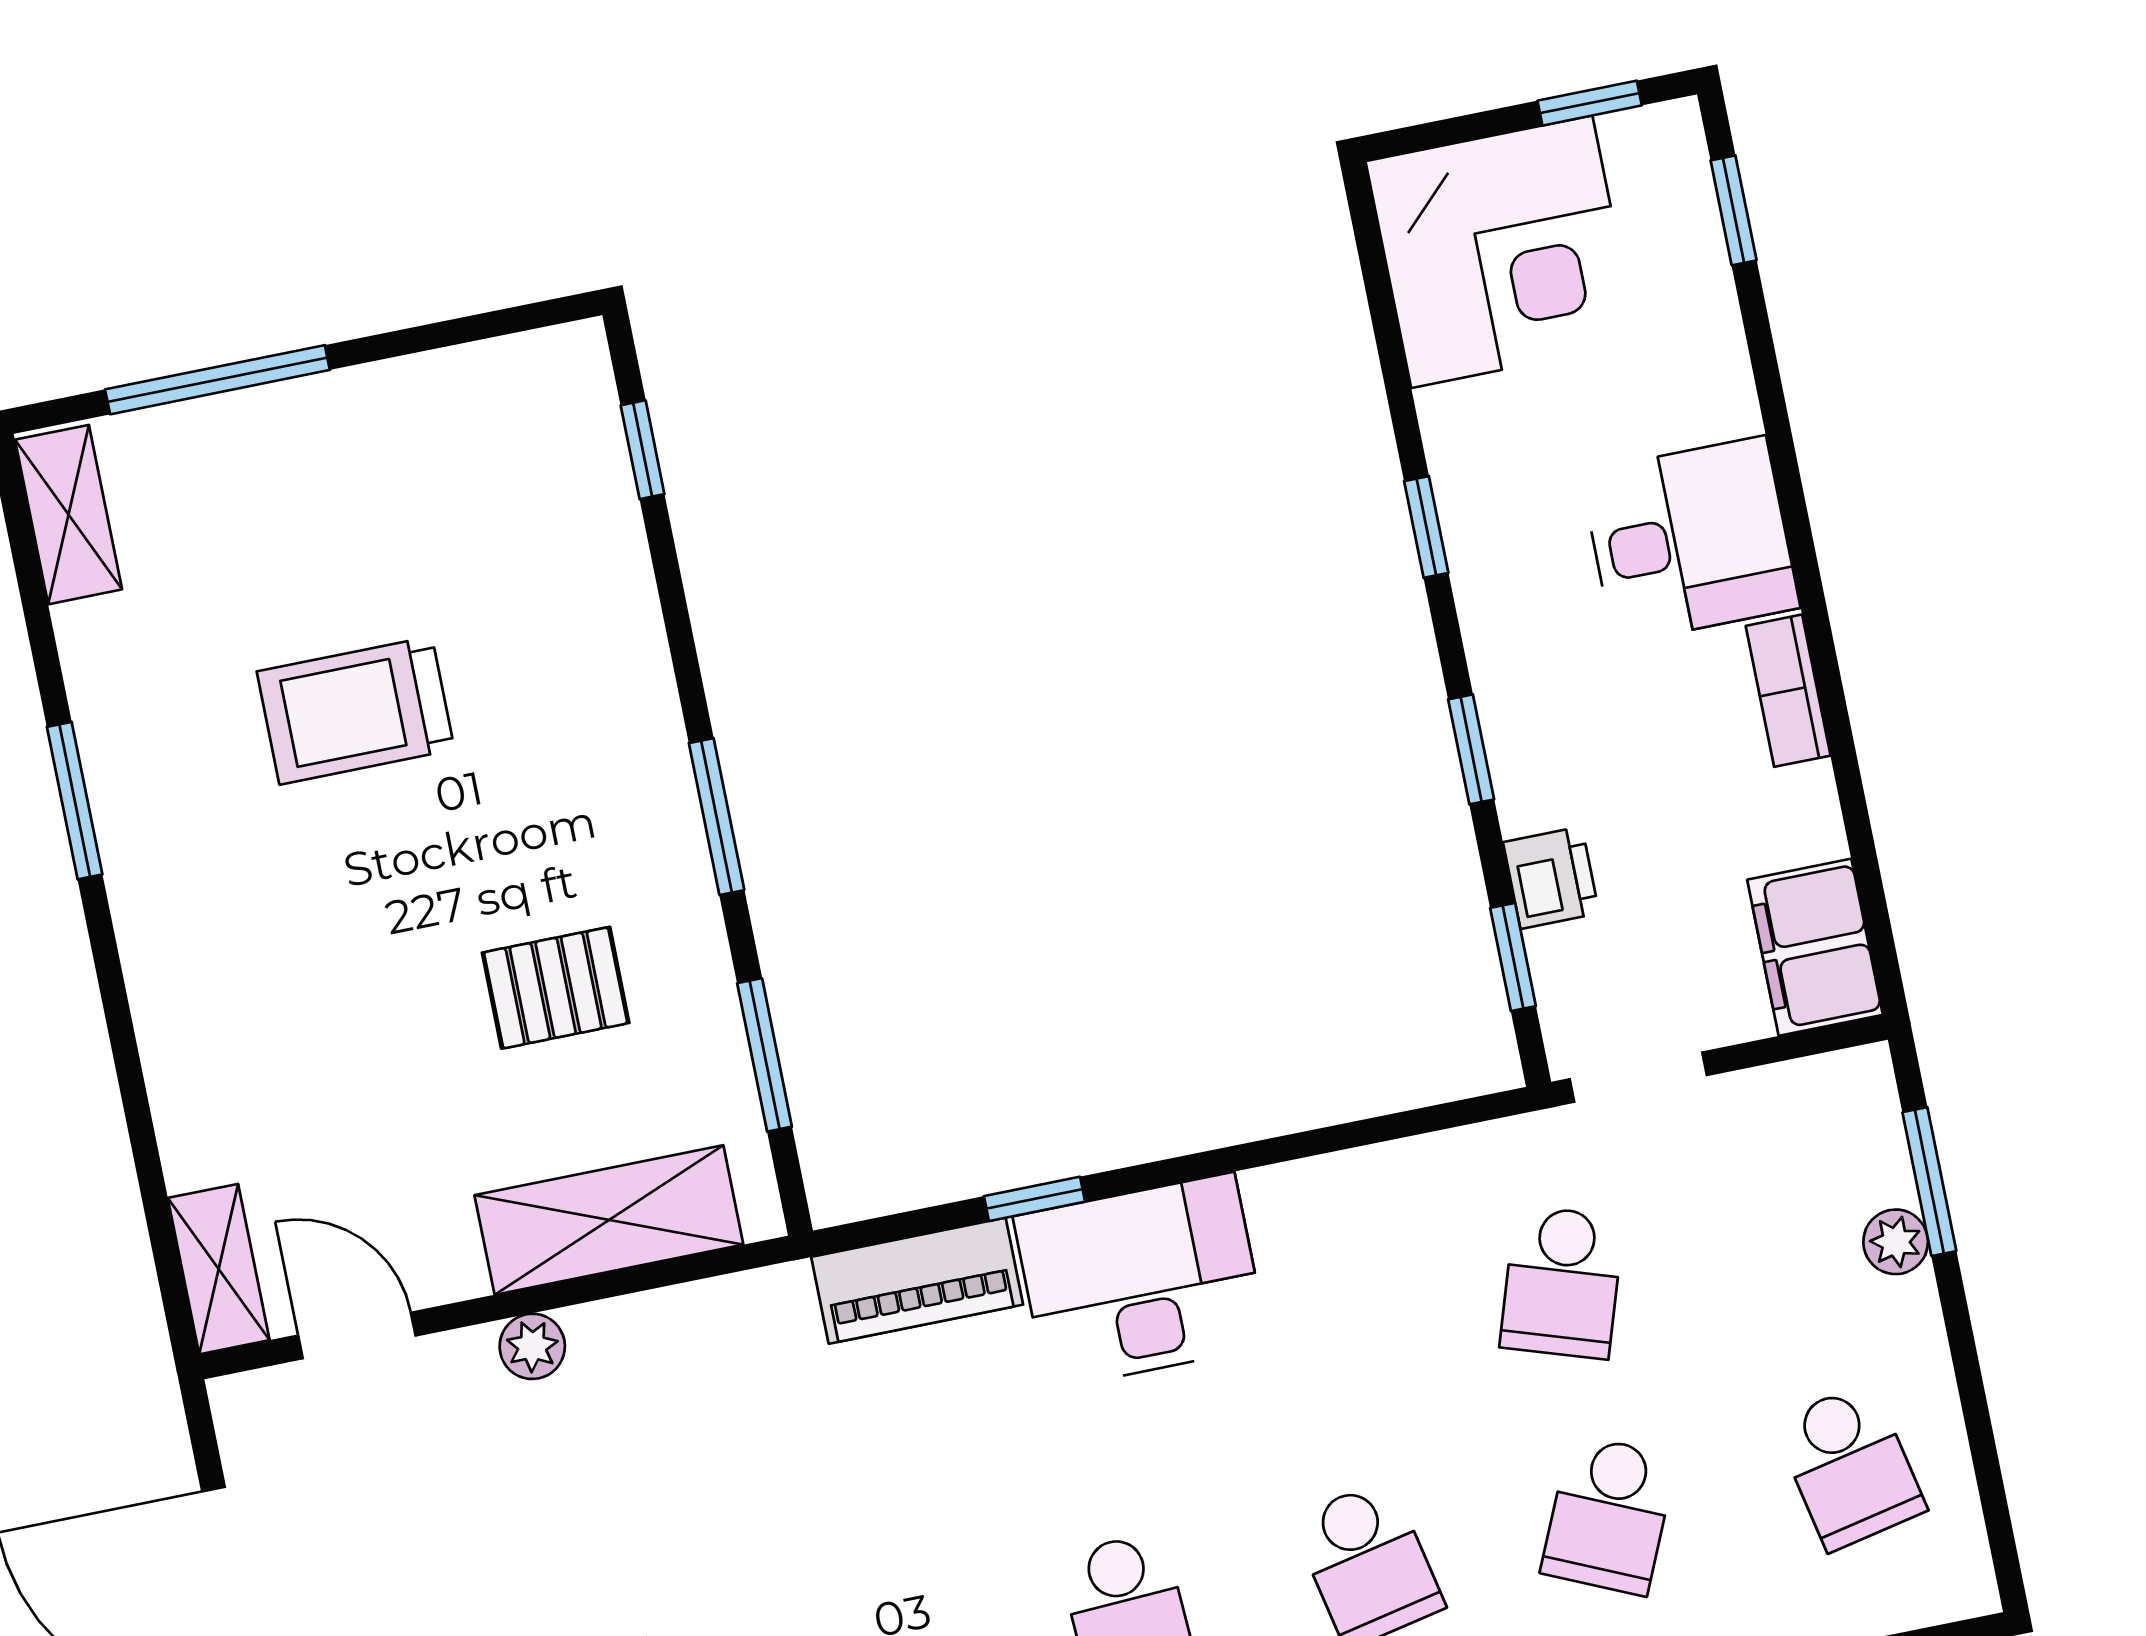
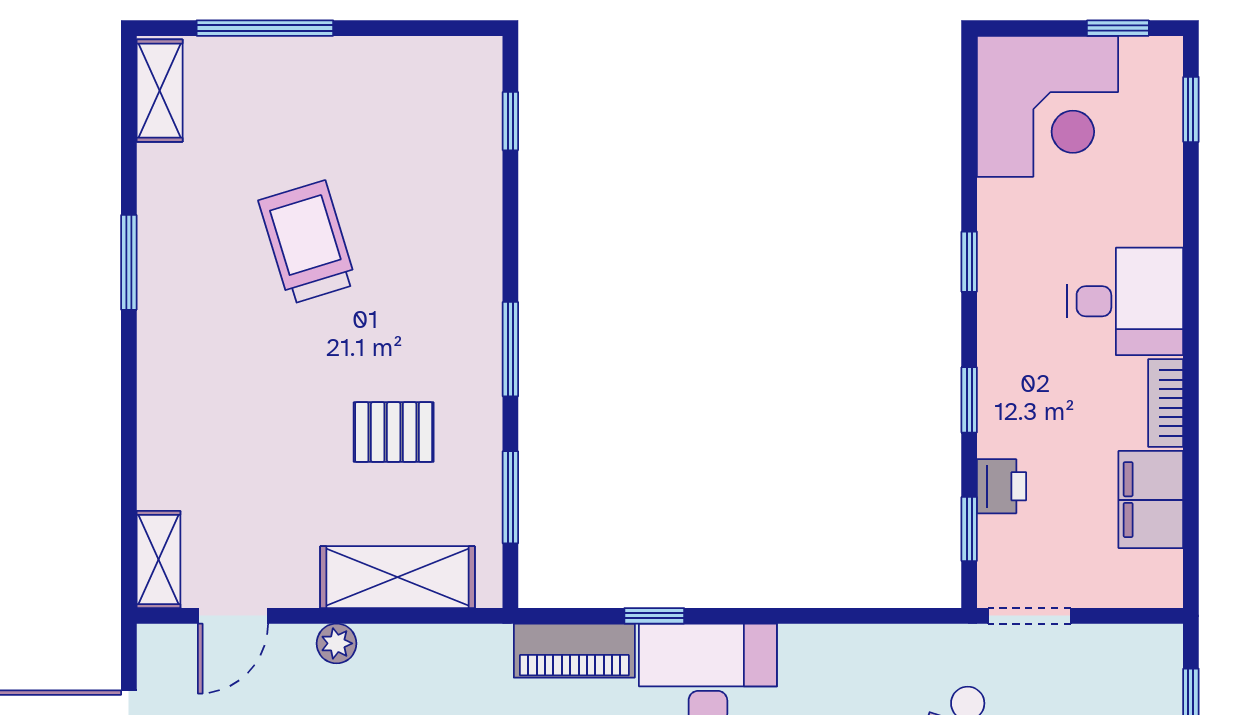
trolley: (356, 710) -> (308, 242), turned 73
filing cabinet: (1815, 947) -> (1151, 500), moved
door: (357, 1336) -> (233, 616), swing flipped

